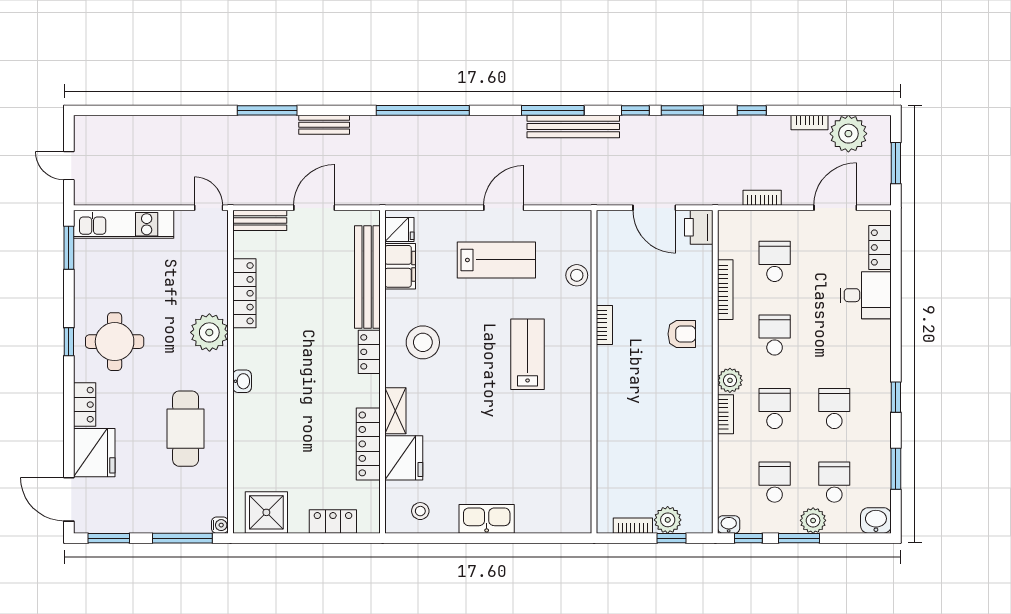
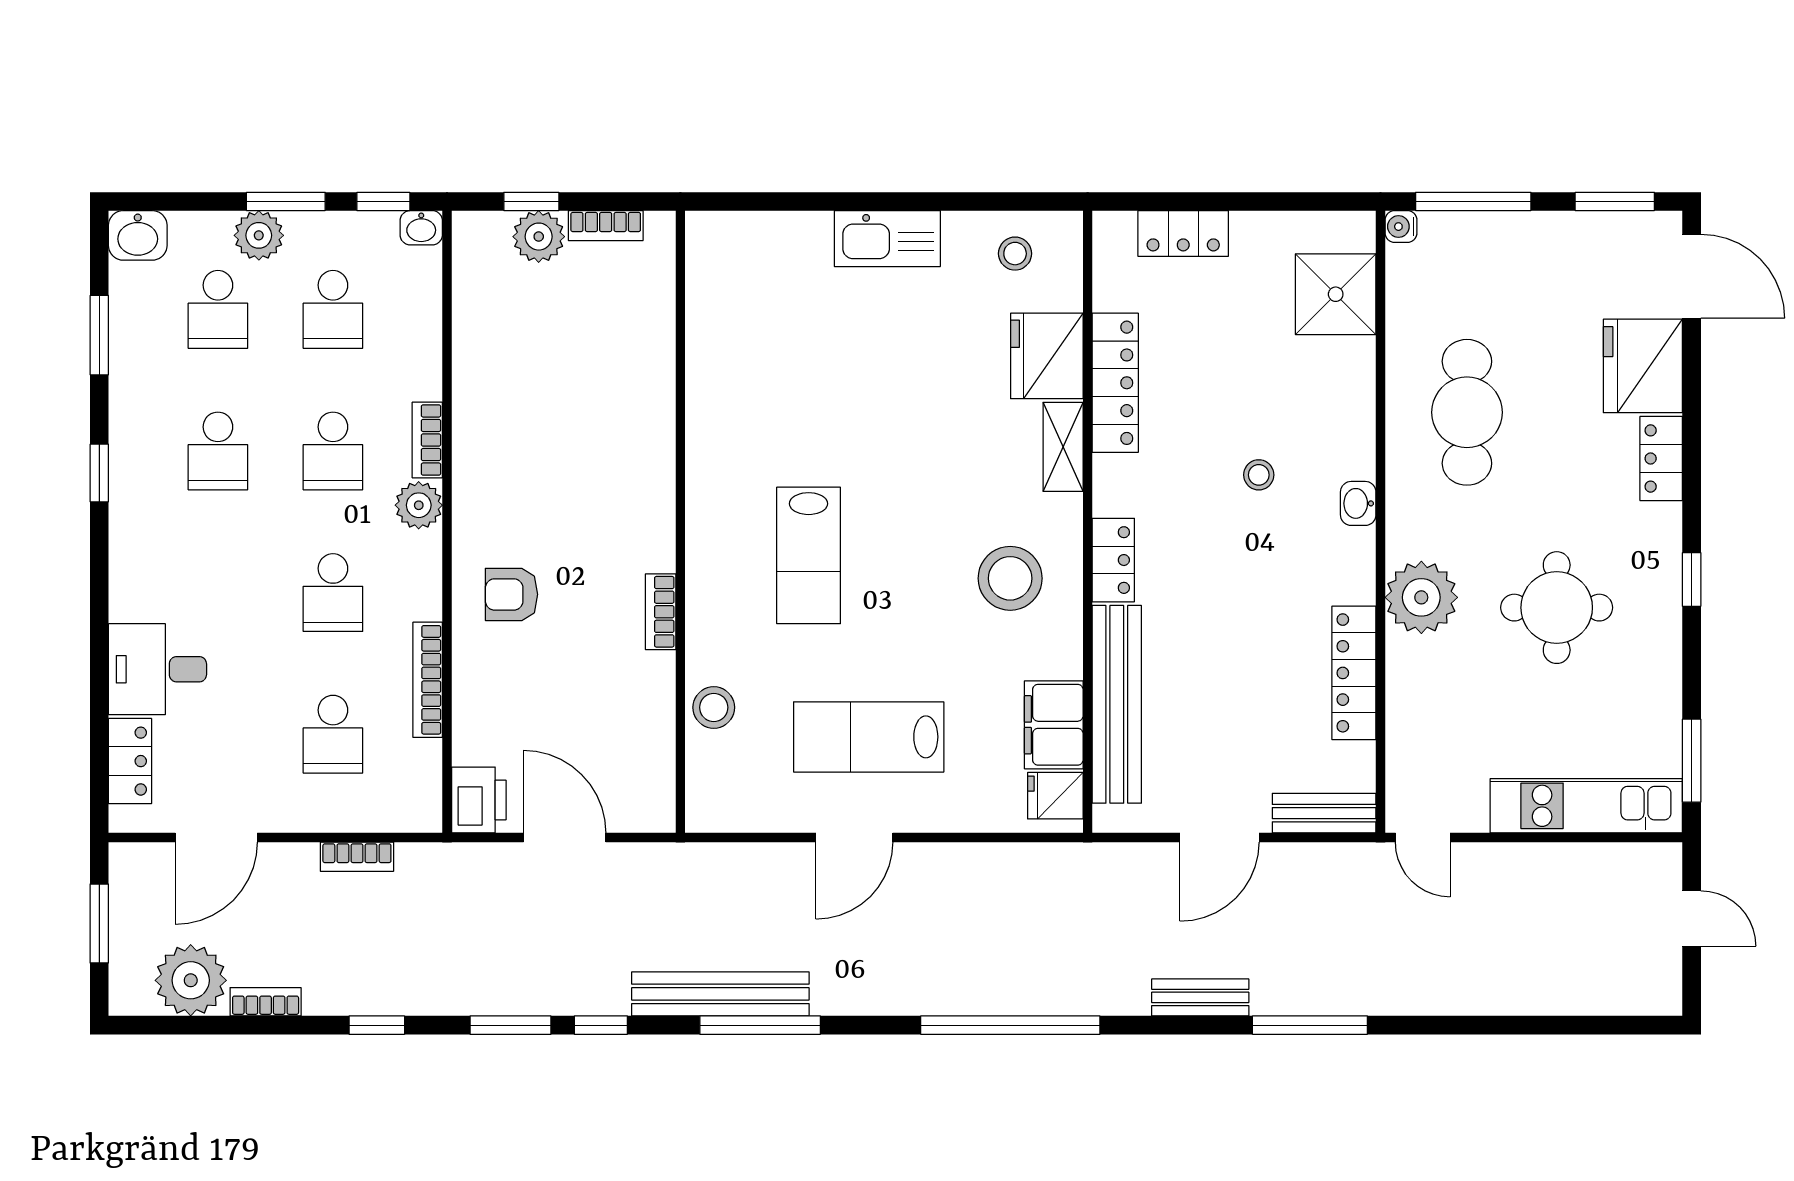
round table: (115, 342) -> (1557, 608), moved
stool: (294, 396) -> (1259, 475), added
shower: (266, 512) -> (1336, 294), moved

